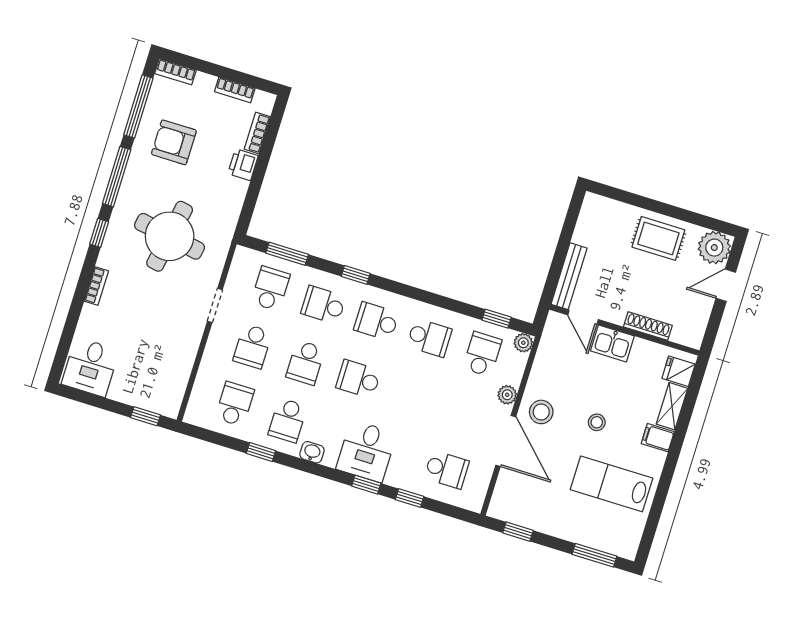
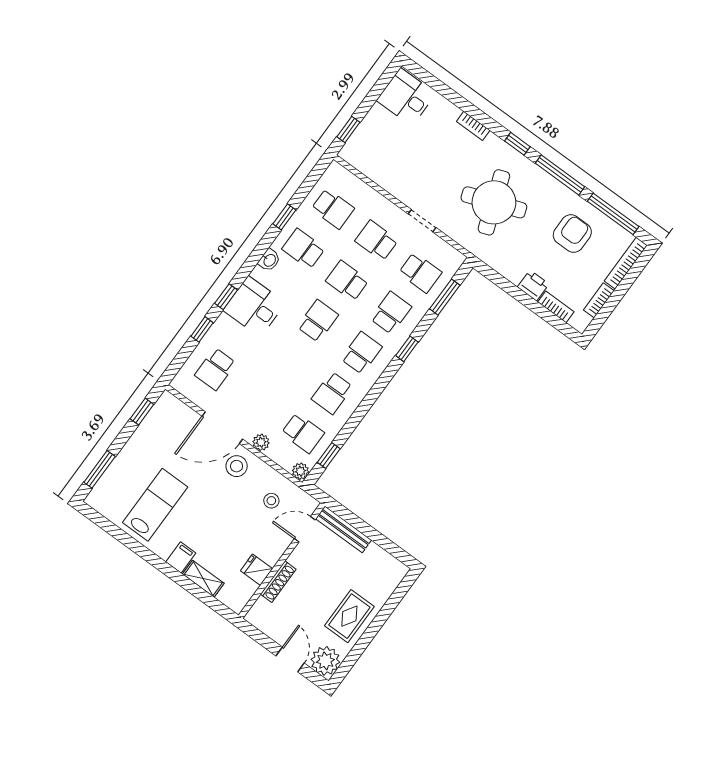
bookcase: (175, 72) -> (626, 263), width x1.56
round table: (170, 236) -> (494, 202), turned -30
kitchen sink: (612, 343) -> (274, 546), removed
fridge: (679, 371) -> (257, 570), moved, turned -90
stool: (597, 422) -> (271, 501), moved

